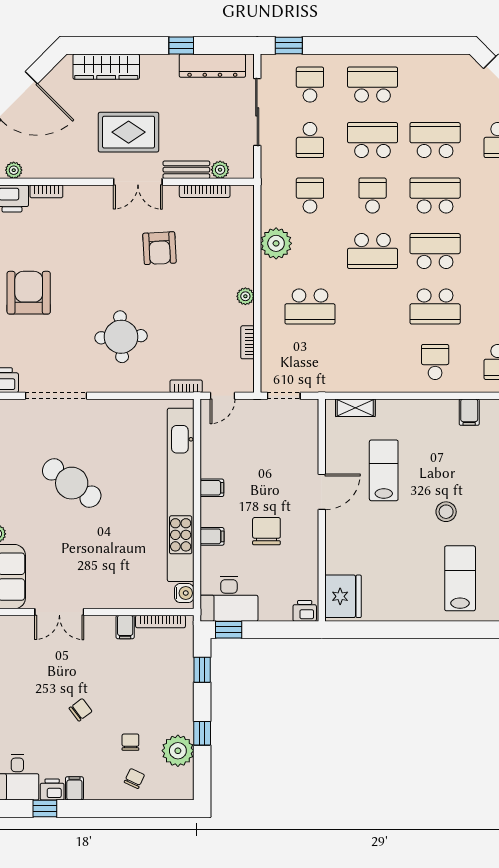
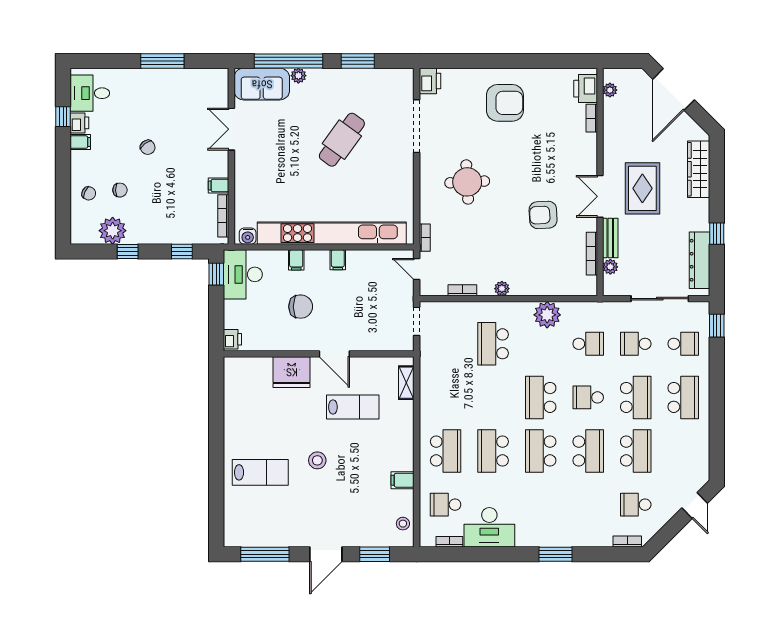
school desk: (373, 196) -> (588, 397), turned 180
school desk: (435, 251) -> (541, 451), turned 180
school desk: (435, 362) -> (446, 451), width x1.85
fridge: (343, 596) -> (292, 372), moved

